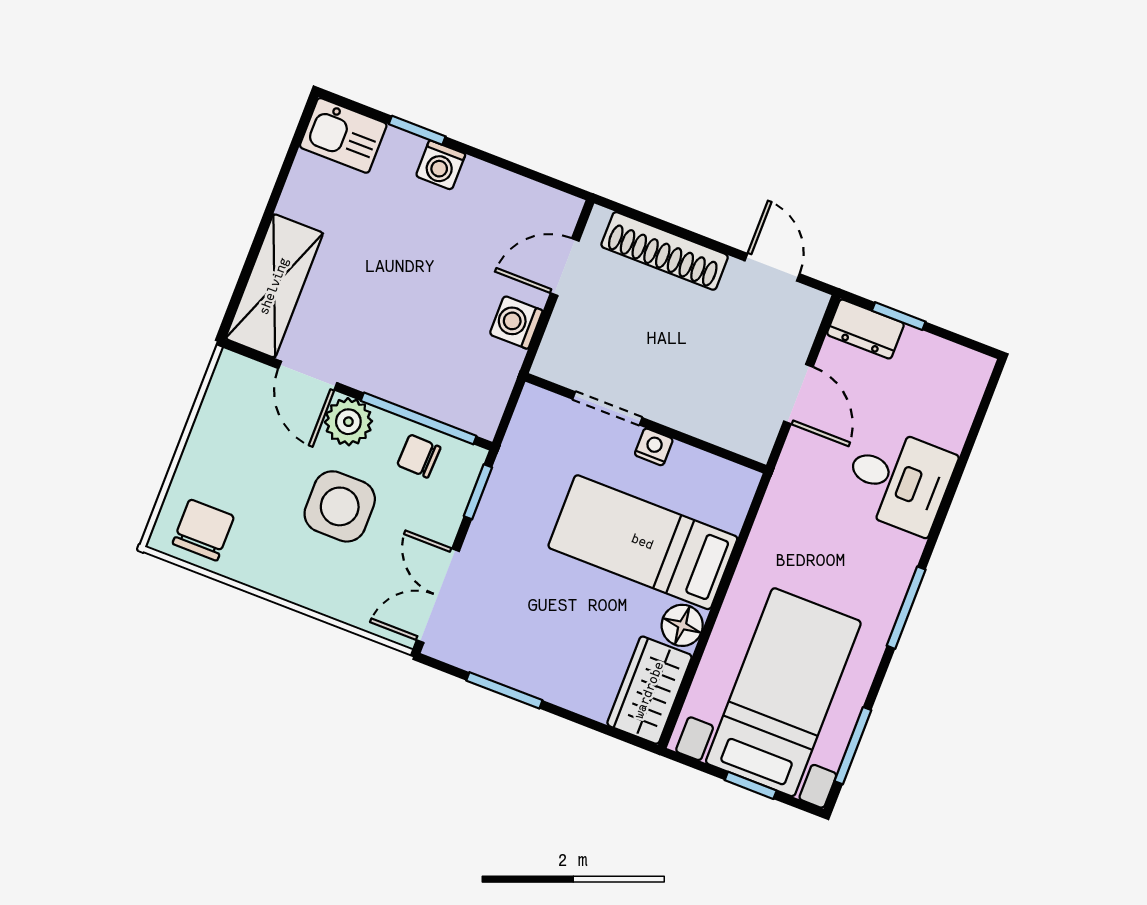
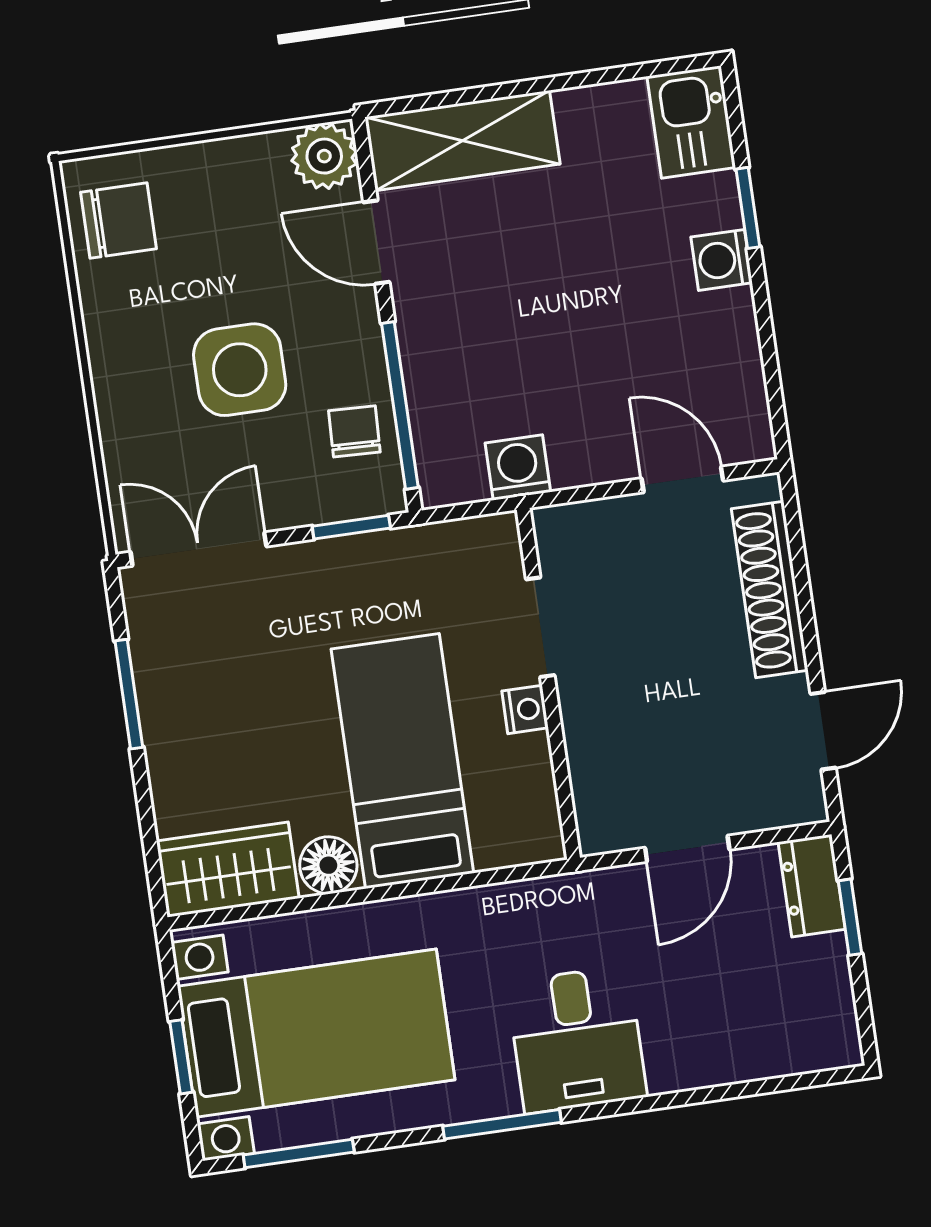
washing machine: (516, 322) -> (518, 468), moved
door: (308, 376) -> (376, 242), hinge flipped
plant: (348, 422) -> (324, 156), moved
desk: (899, 480) -> (577, 1039), moved

